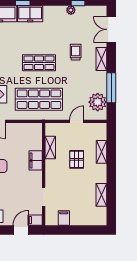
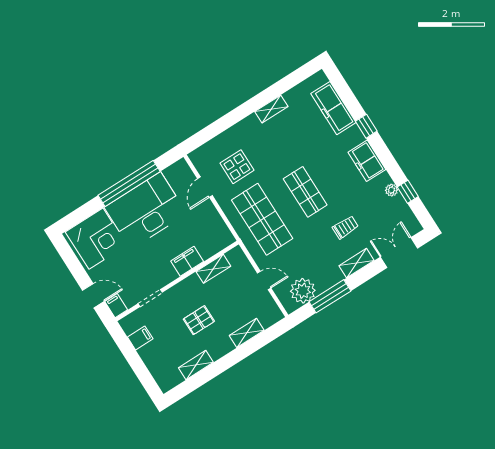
freezer: (30, 14) -> (367, 161), moved
pallet: (77, 159) -> (199, 320), moved

